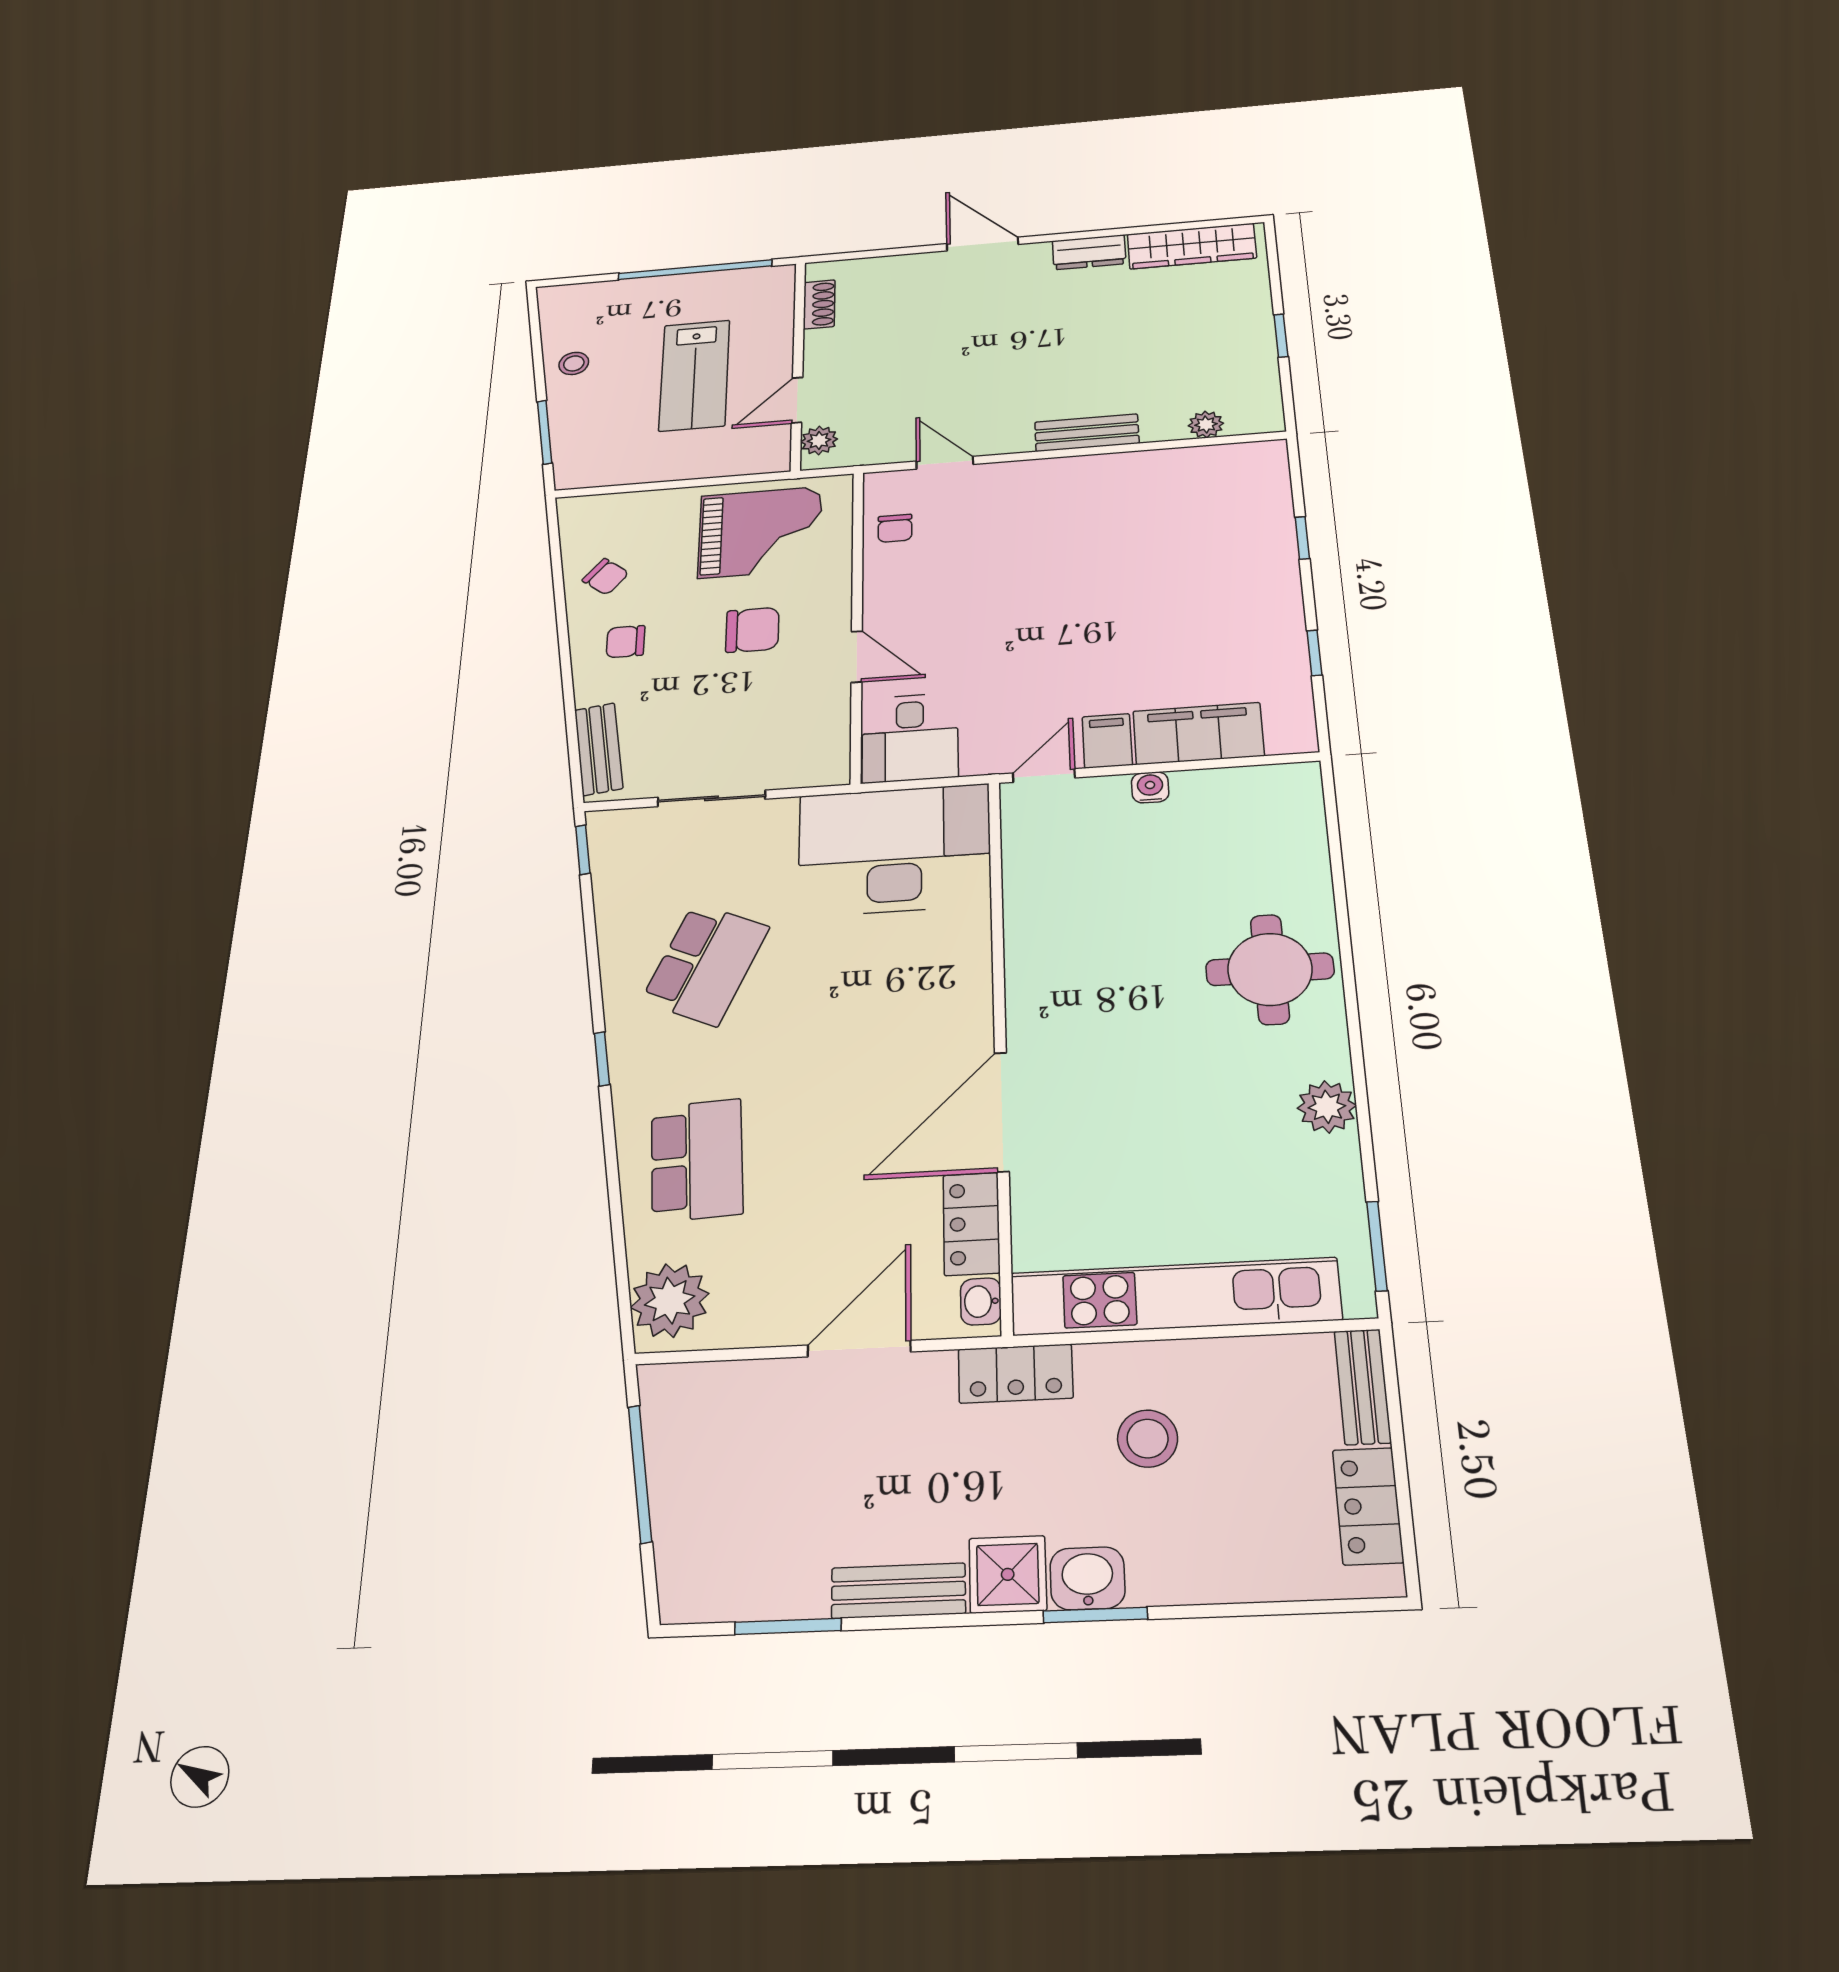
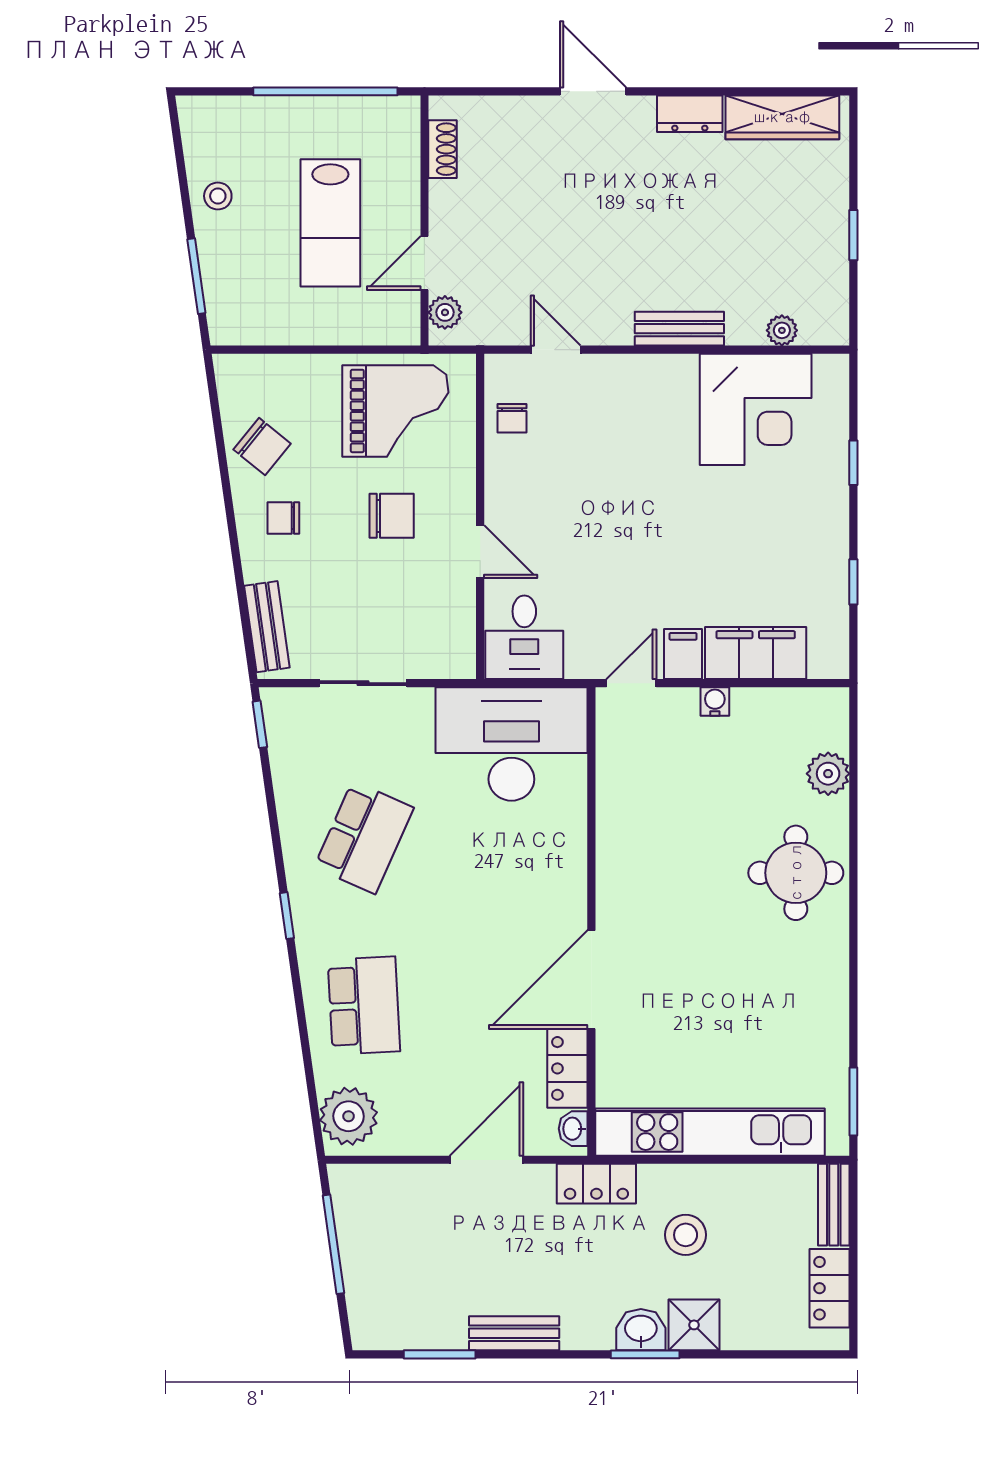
corner desk: (1181, 498) -> (756, 409), added
chair: (606, 577) -> (262, 447), width x1.37, depth x1.37
plant: (1327, 1107) -> (828, 774), moved
shower: (1008, 1574) -> (694, 1325), moved

